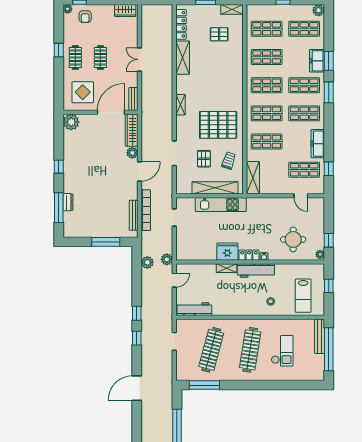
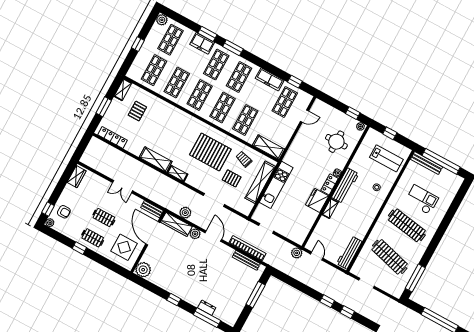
shelving: (183, 58) -> (156, 159), moved
pallet: (218, 125) -> (210, 152), turned 90
plant: (147, 262) -> (185, 213), moved

